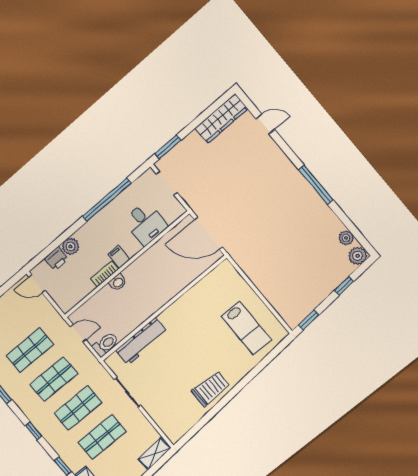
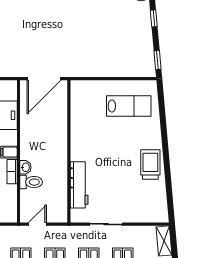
toilet: (106, 344) -> (31, 182), moved, turned 90

